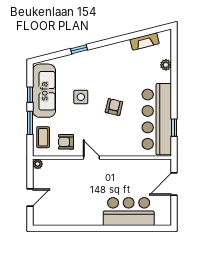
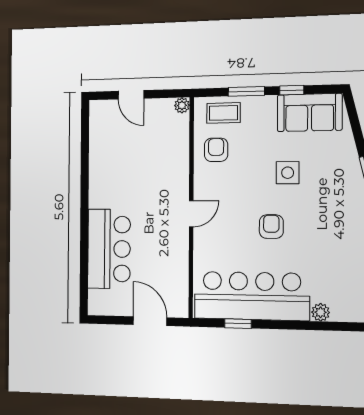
plant: (166, 65) -> (321, 312), moved
sofa: (44, 91) -> (310, 113), width x0.73
armchair: (114, 107) -> (271, 227), turned -103
door: (91, 158) -> (191, 214), moved

